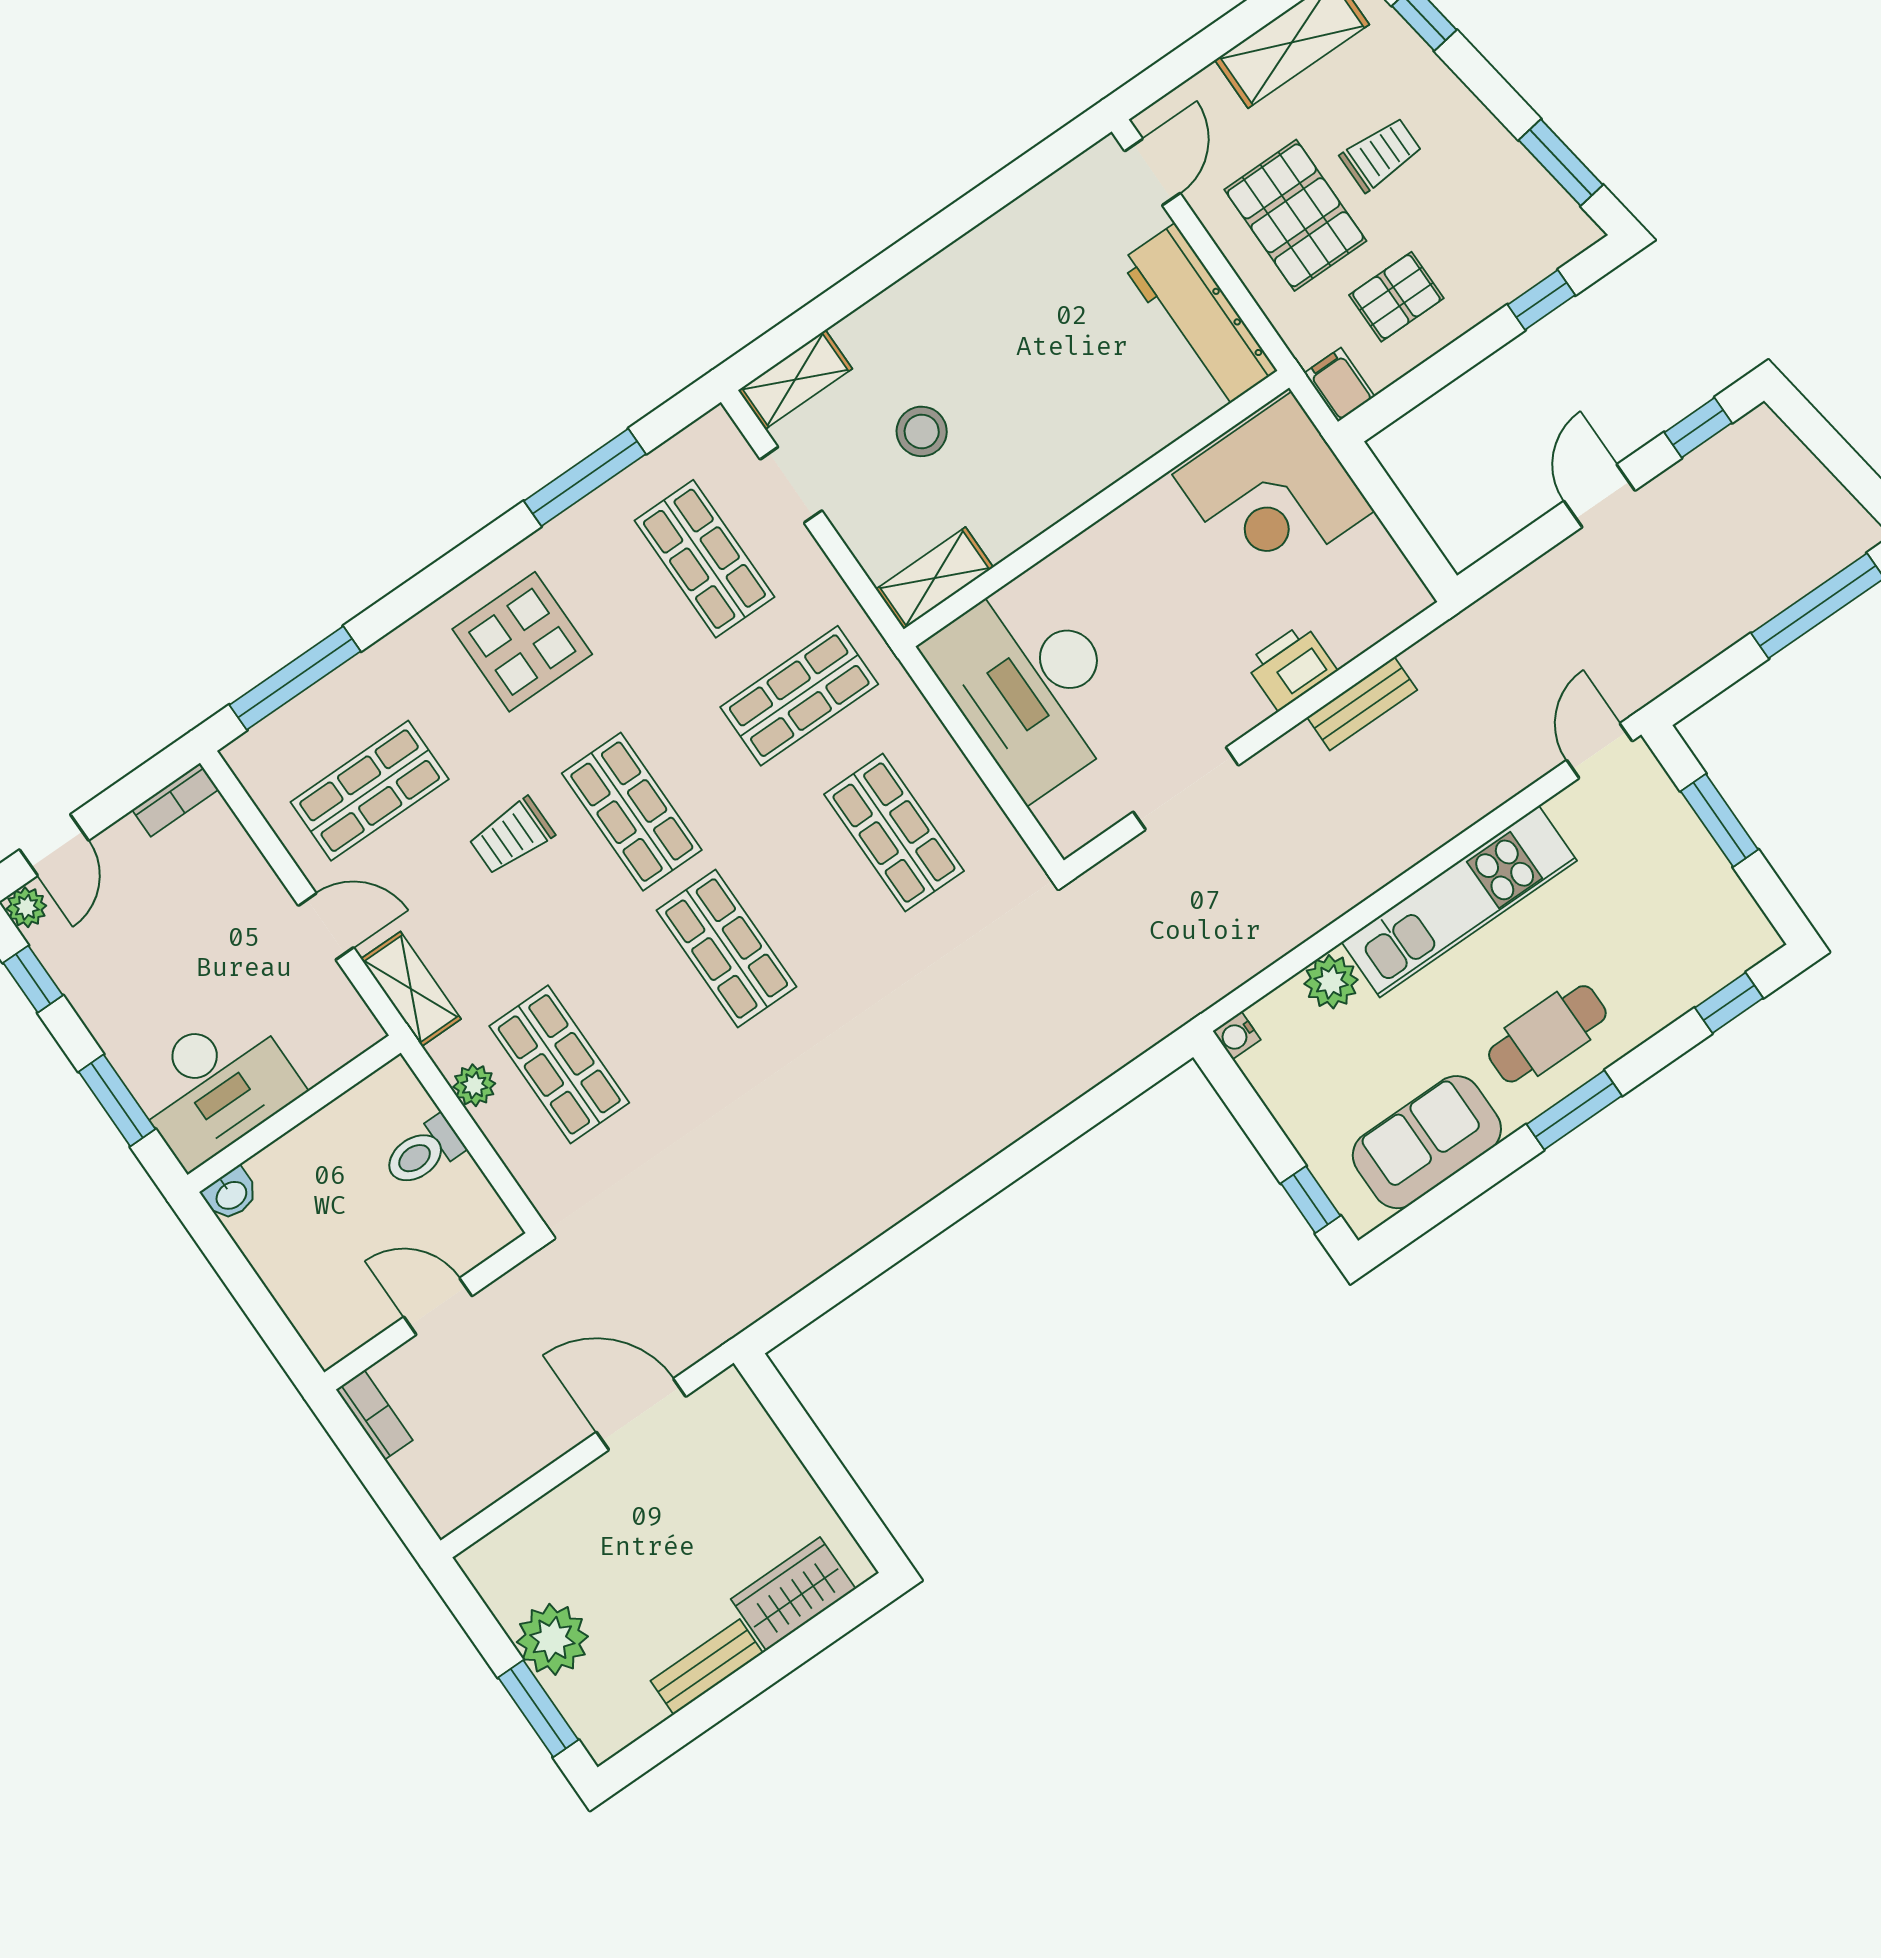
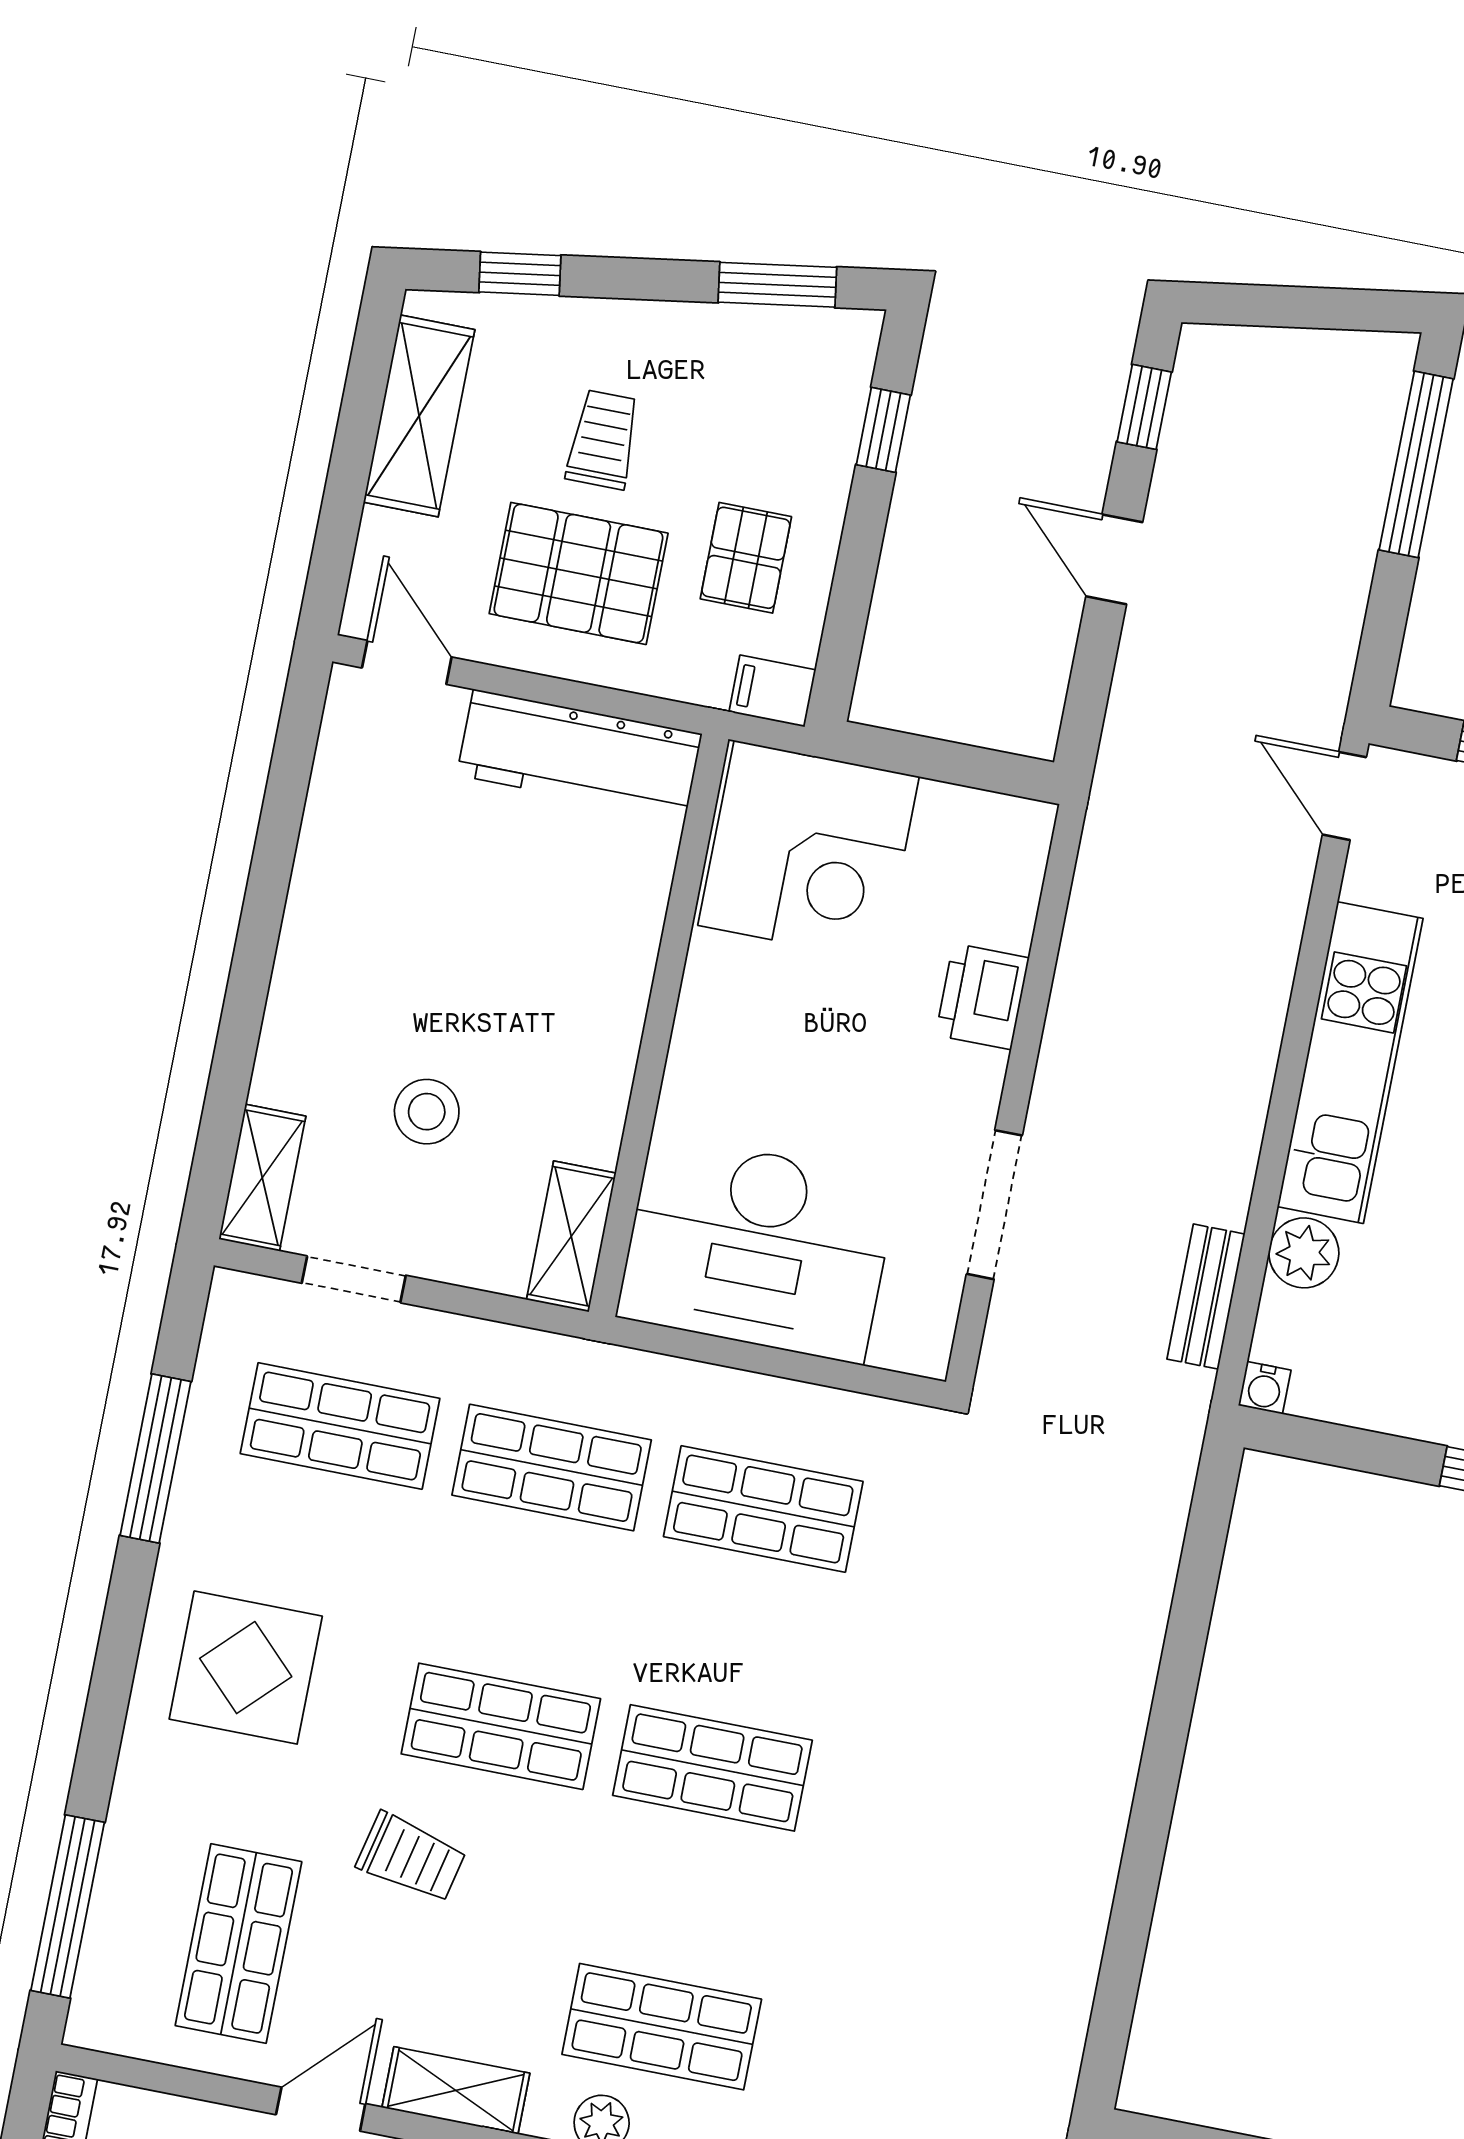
shop shelf: (799, 696) -> (552, 1468), turned 90
bench: (1362, 704) -> (1206, 1297), moved
trolley: (512, 836) -> (411, 1858), turned -77

